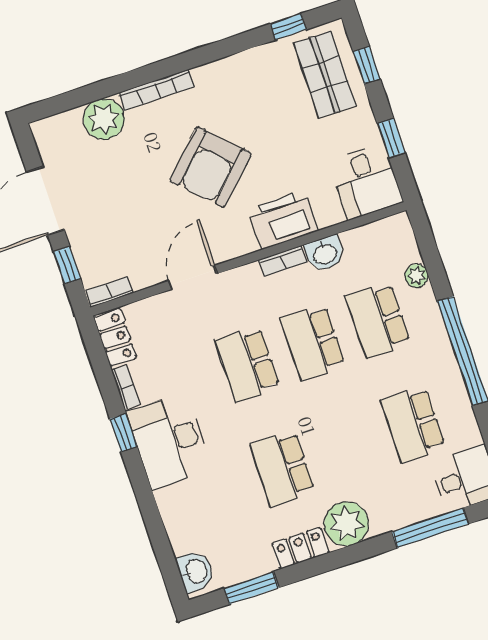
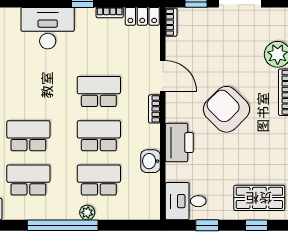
bookcase: (283, 261) -> (154, 109), moved
plant: (416, 276) -> (87, 212), moved
desk: (169, 441) -> (48, 28), moved
school desk: (282, 468) -> (28, 136), moved

